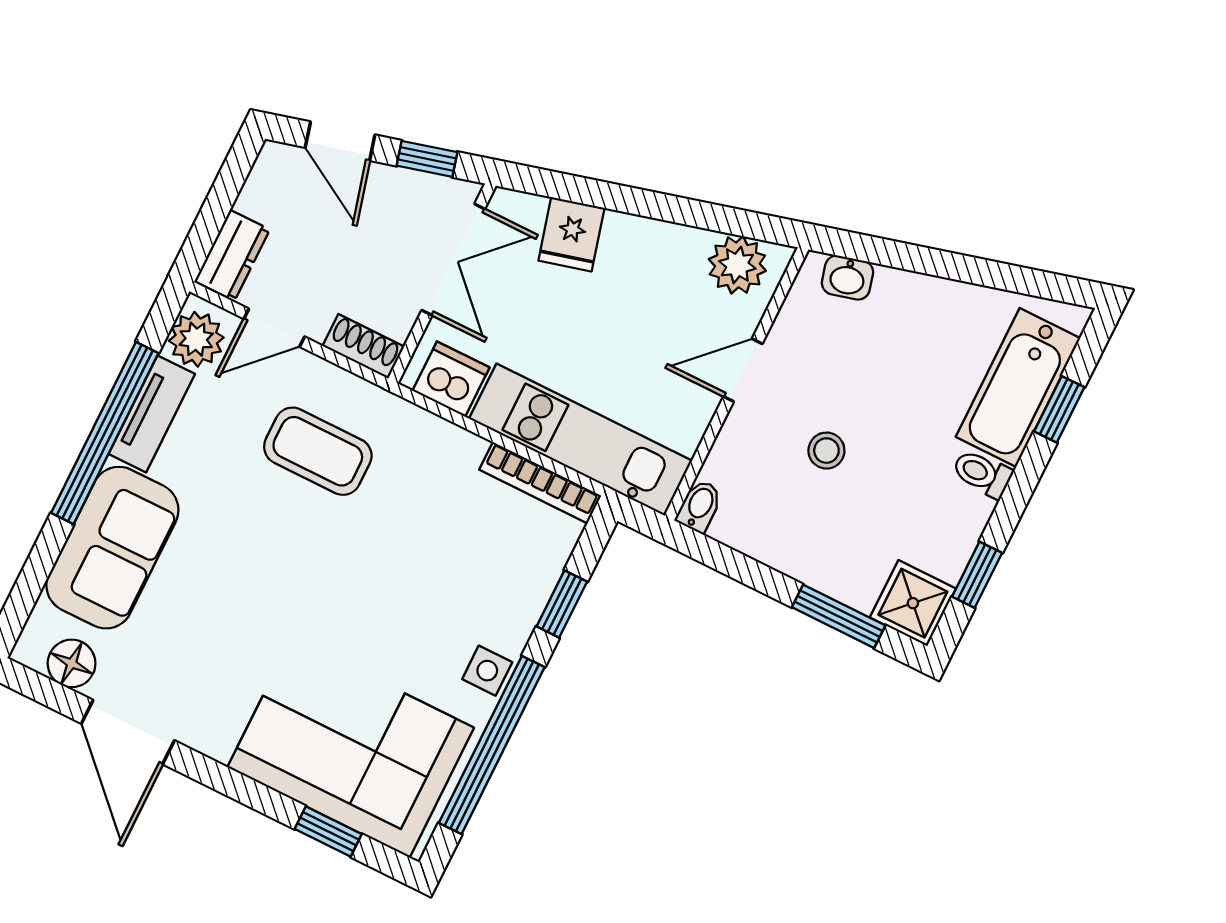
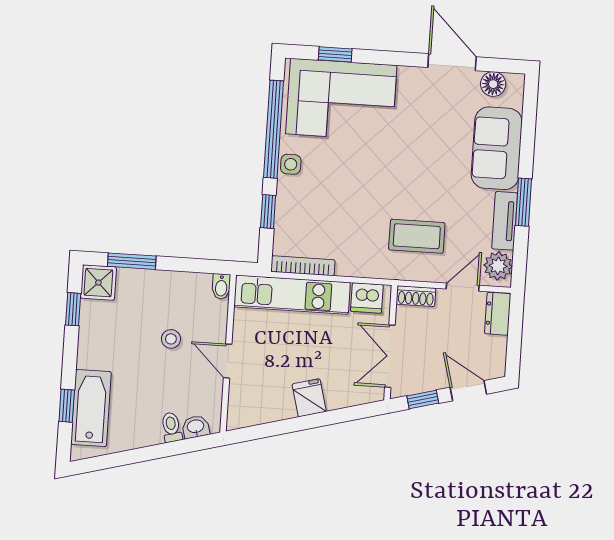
fridge: (571, 234) -> (309, 398), moved
plant: (737, 265) -> (251, 411), removed
door: (743, 370) -> (228, 361), swing flipped
window: (105, 433) -> (523, 202), width x0.47
toilet: (982, 474) -> (171, 427), moved, turned -105

